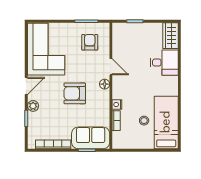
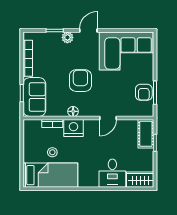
cot: (126, 30) -> (146, 134), added
armchair: (90, 42) -> (144, 92), moved, turned 90
floor lamp: (105, 84) -> (73, 111), moved
door: (26, 86) -> (88, 30), swing flipped
nightstand: (117, 105) -> (74, 128), width x1.89, depth x1.79

